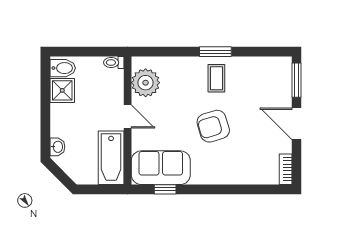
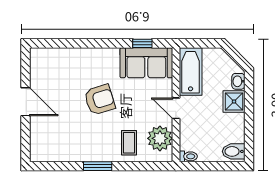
coffee table: (216, 78) -> (129, 143), moved
window: (297, 80) -> (25, 141), removed
shower: (62, 90) -> (234, 101), moved
bookcase: (286, 169) -> (35, 61), removed

